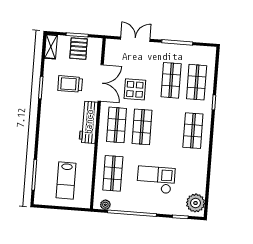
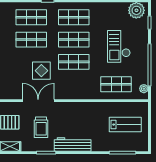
workbench: (89, 122) -> (73, 144), moved, turned 180
shop shelf: (117, 125) -> (74, 40), moved

